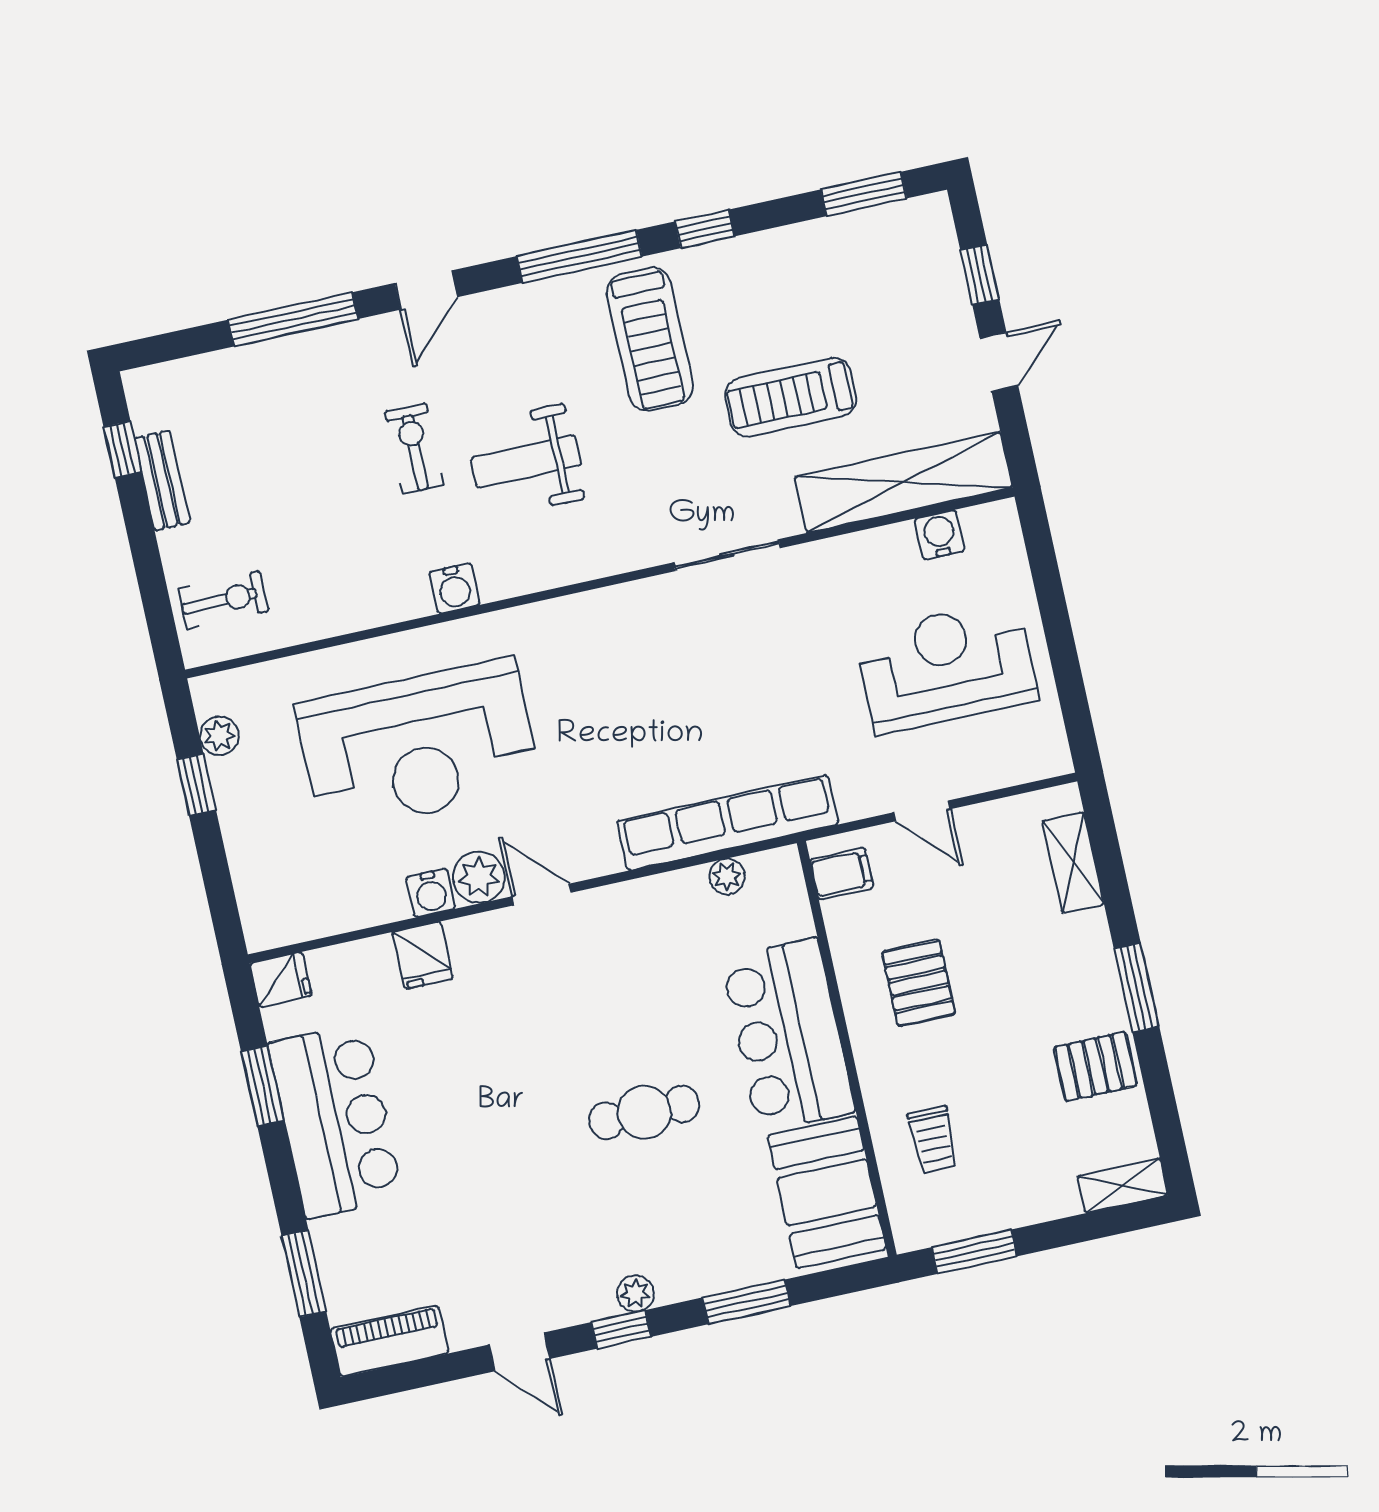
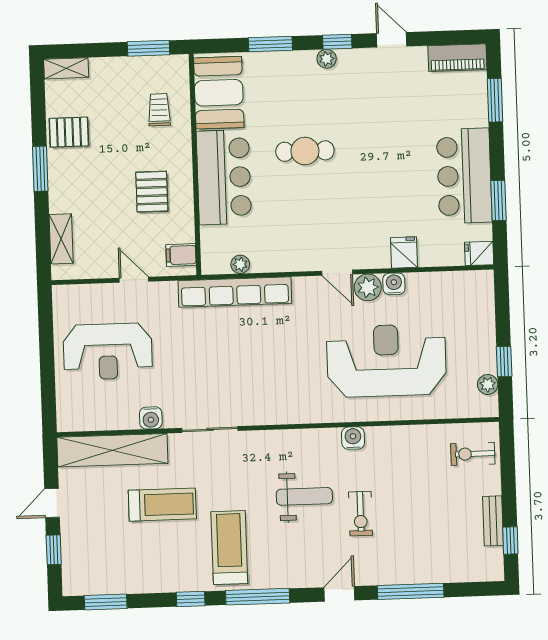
water cooler: (940, 535) -> (151, 418), moved

